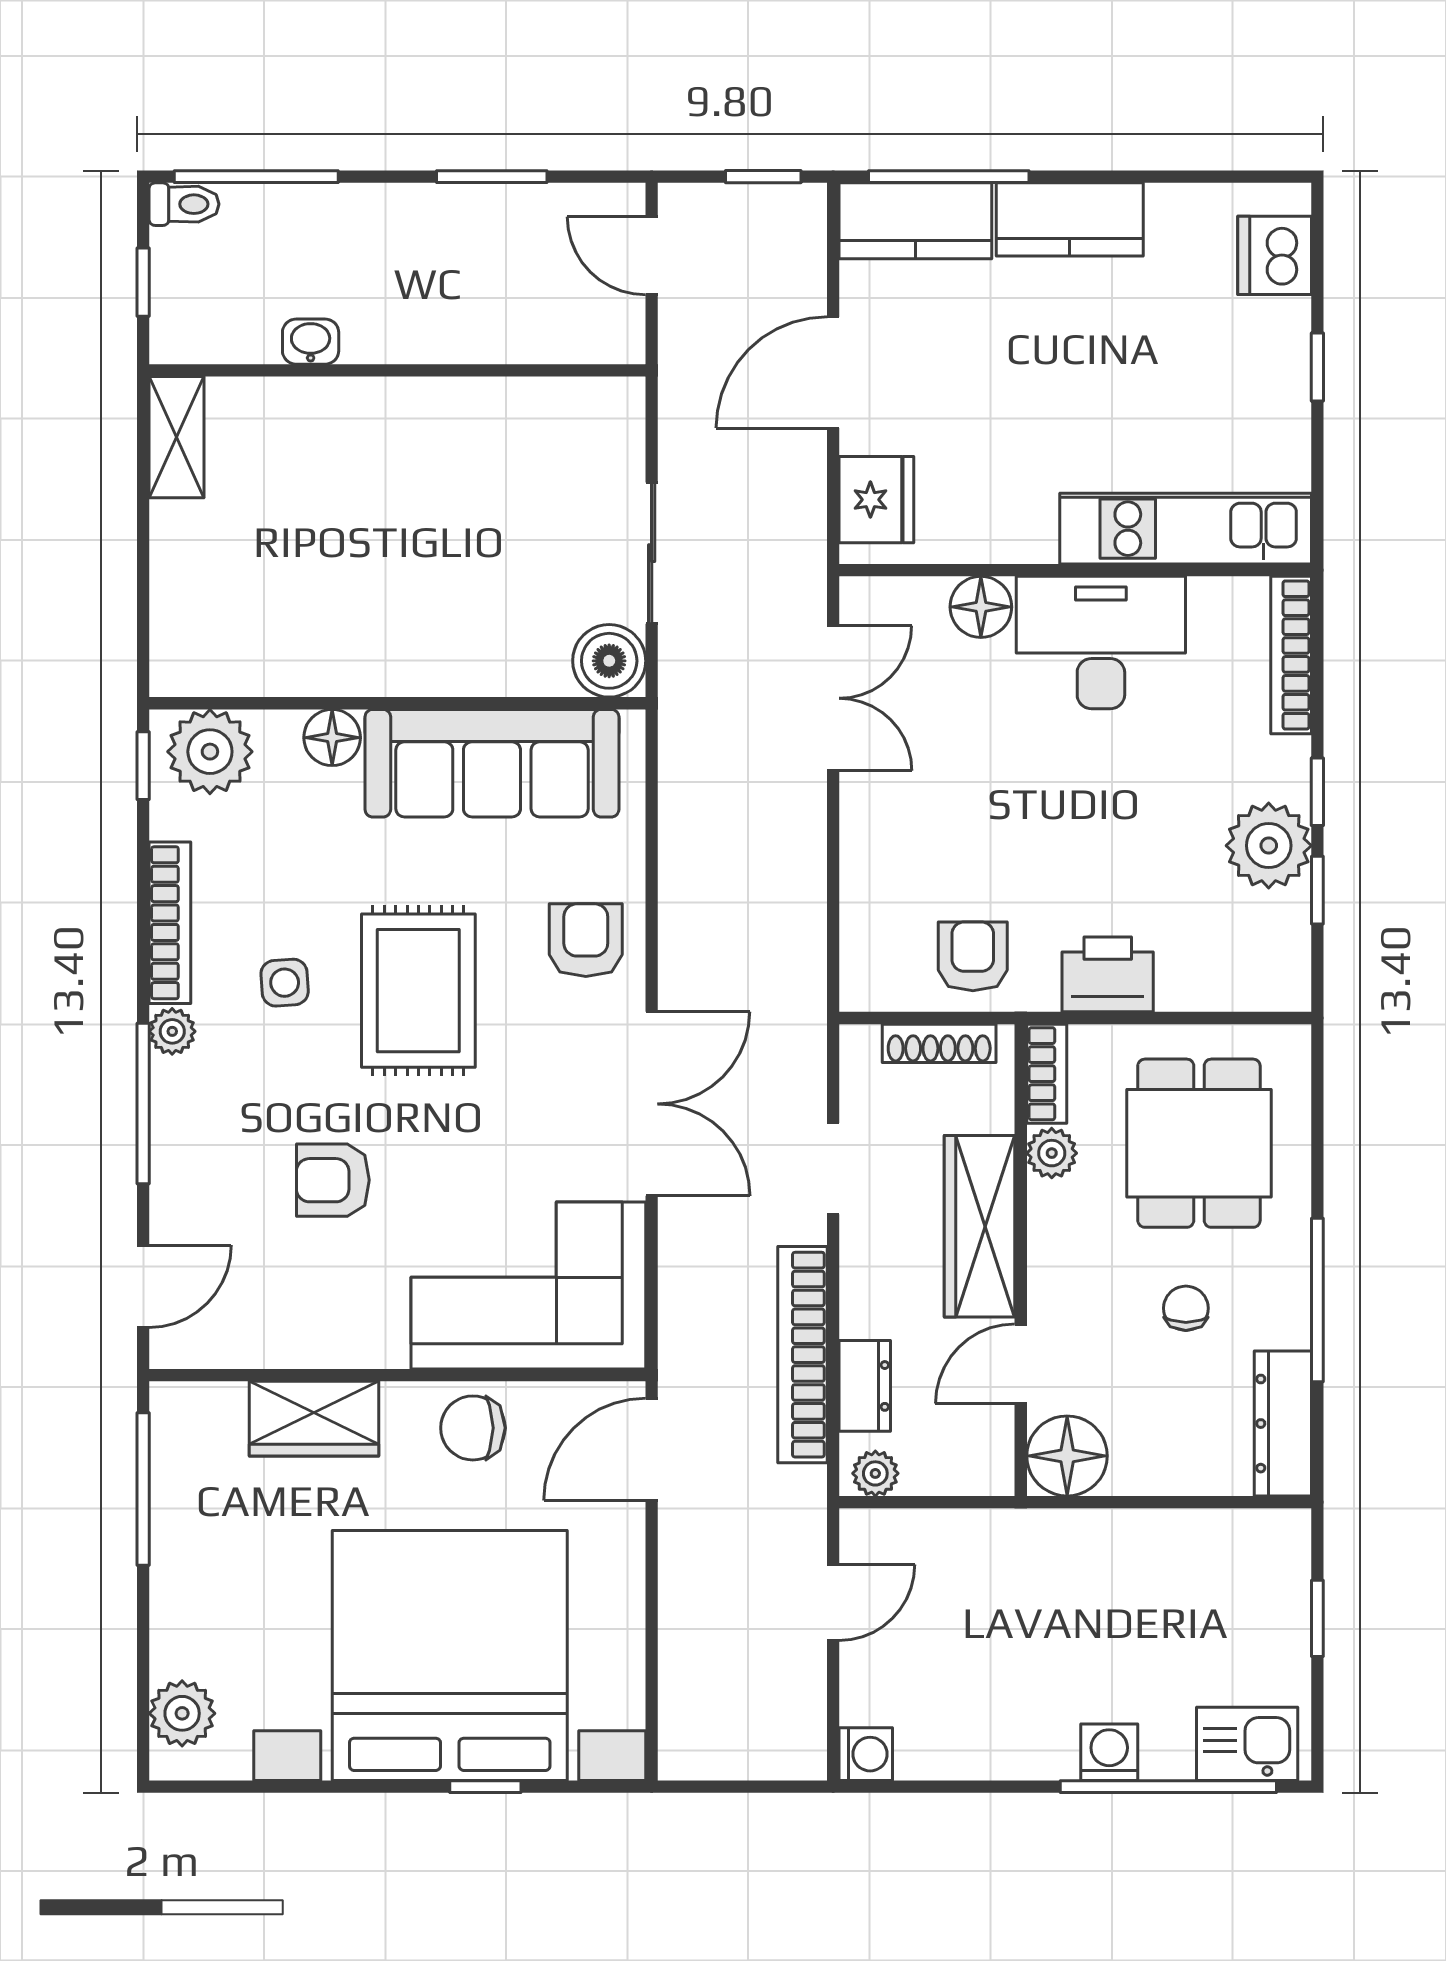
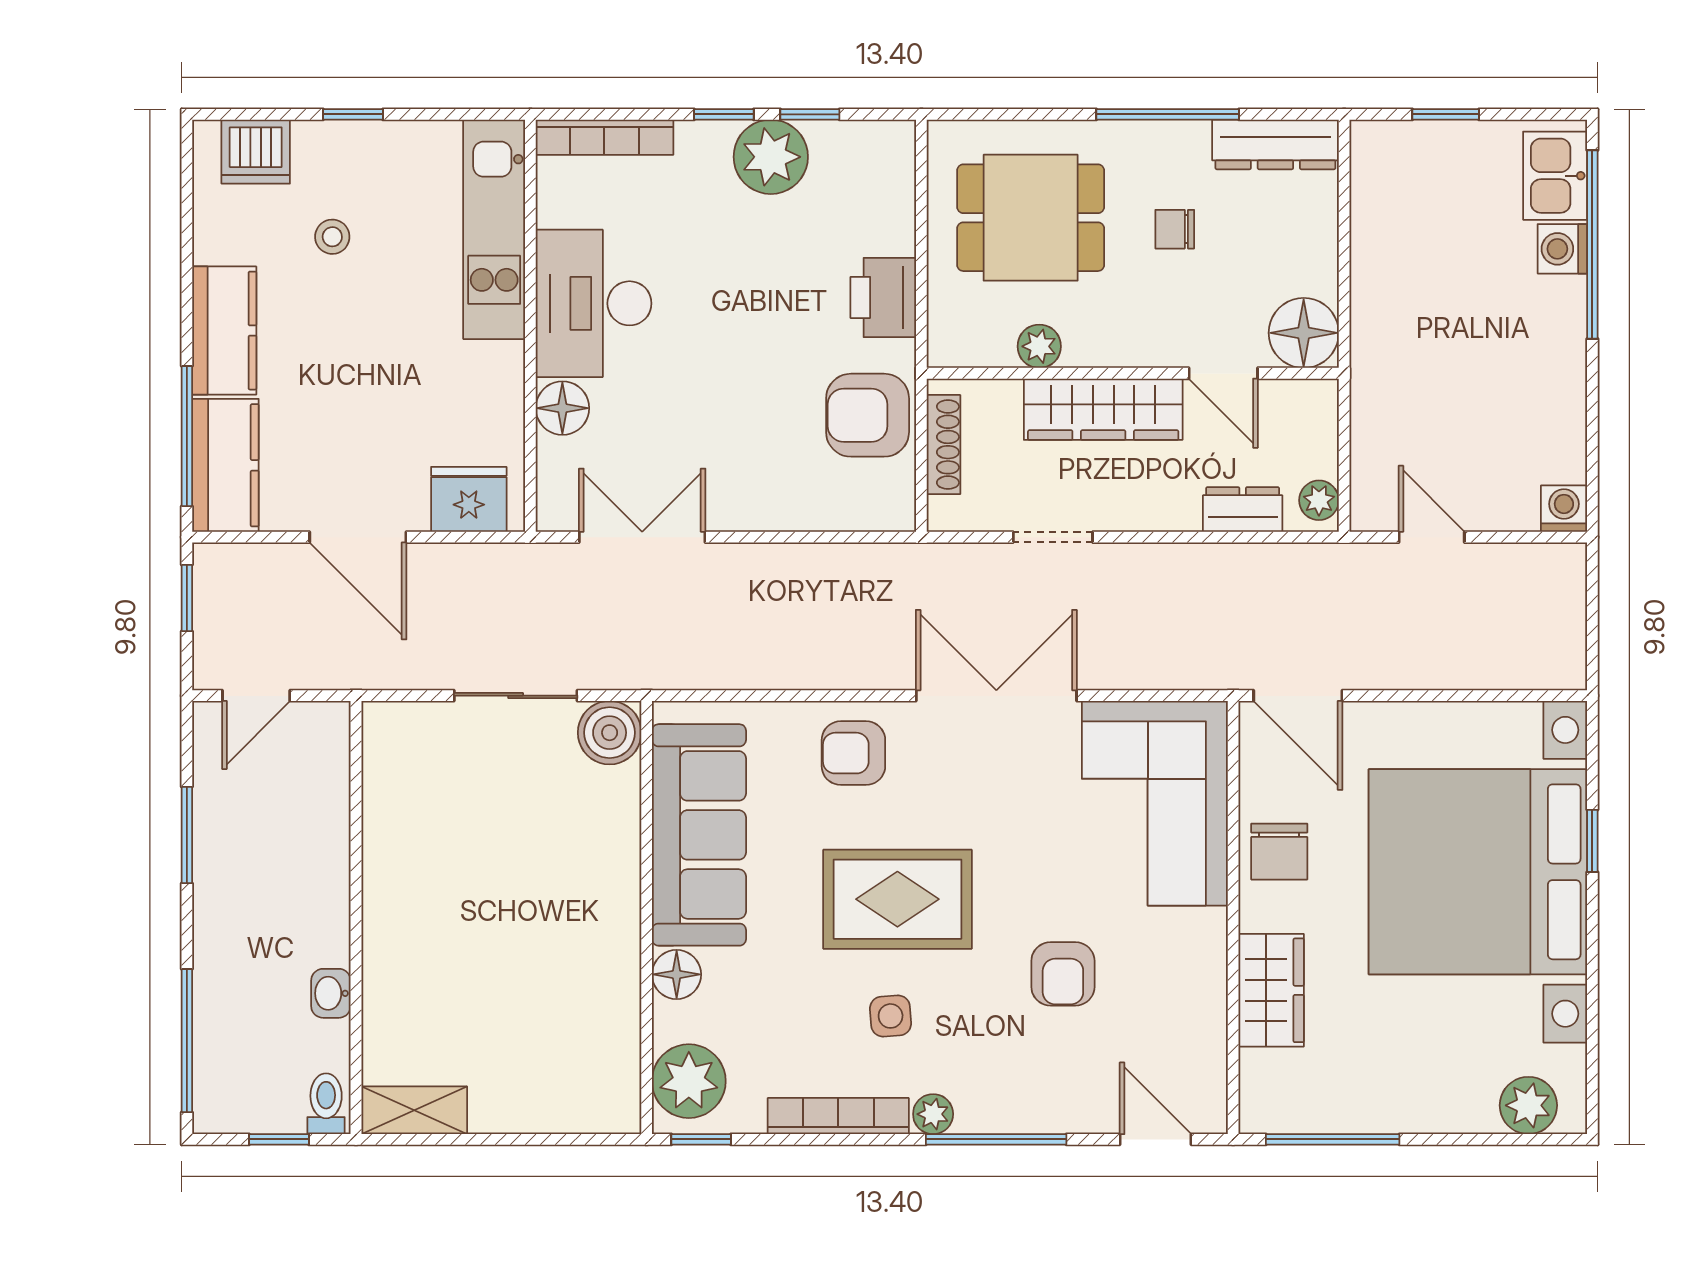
toilet: (184, 204) -> (326, 1104), moved
stool: (1177, 343) -> (332, 237), added
armchair: (973, 956) -> (868, 415), width x1.38, depth x1.38
bookcase: (1047, 1074) -> (970, 351), removed
bookcase: (803, 1355) -> (1215, 564), removed
washing machine: (1109, 1752) -> (1562, 249), moved

